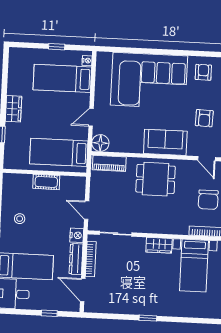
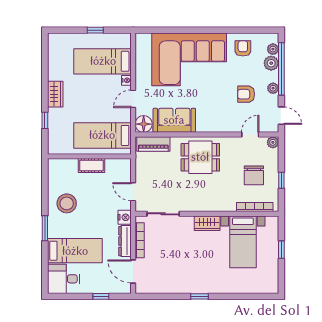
nightstand: (87, 61) -> (126, 80), moved
armchair: (204, 118) -> (246, 94), turned 88
sofa: (165, 142) -> (174, 120), moved
door: (207, 159) -> (250, 135), swing flipped
stool: (20, 219) -> (67, 203), width x1.89, depth x1.89

